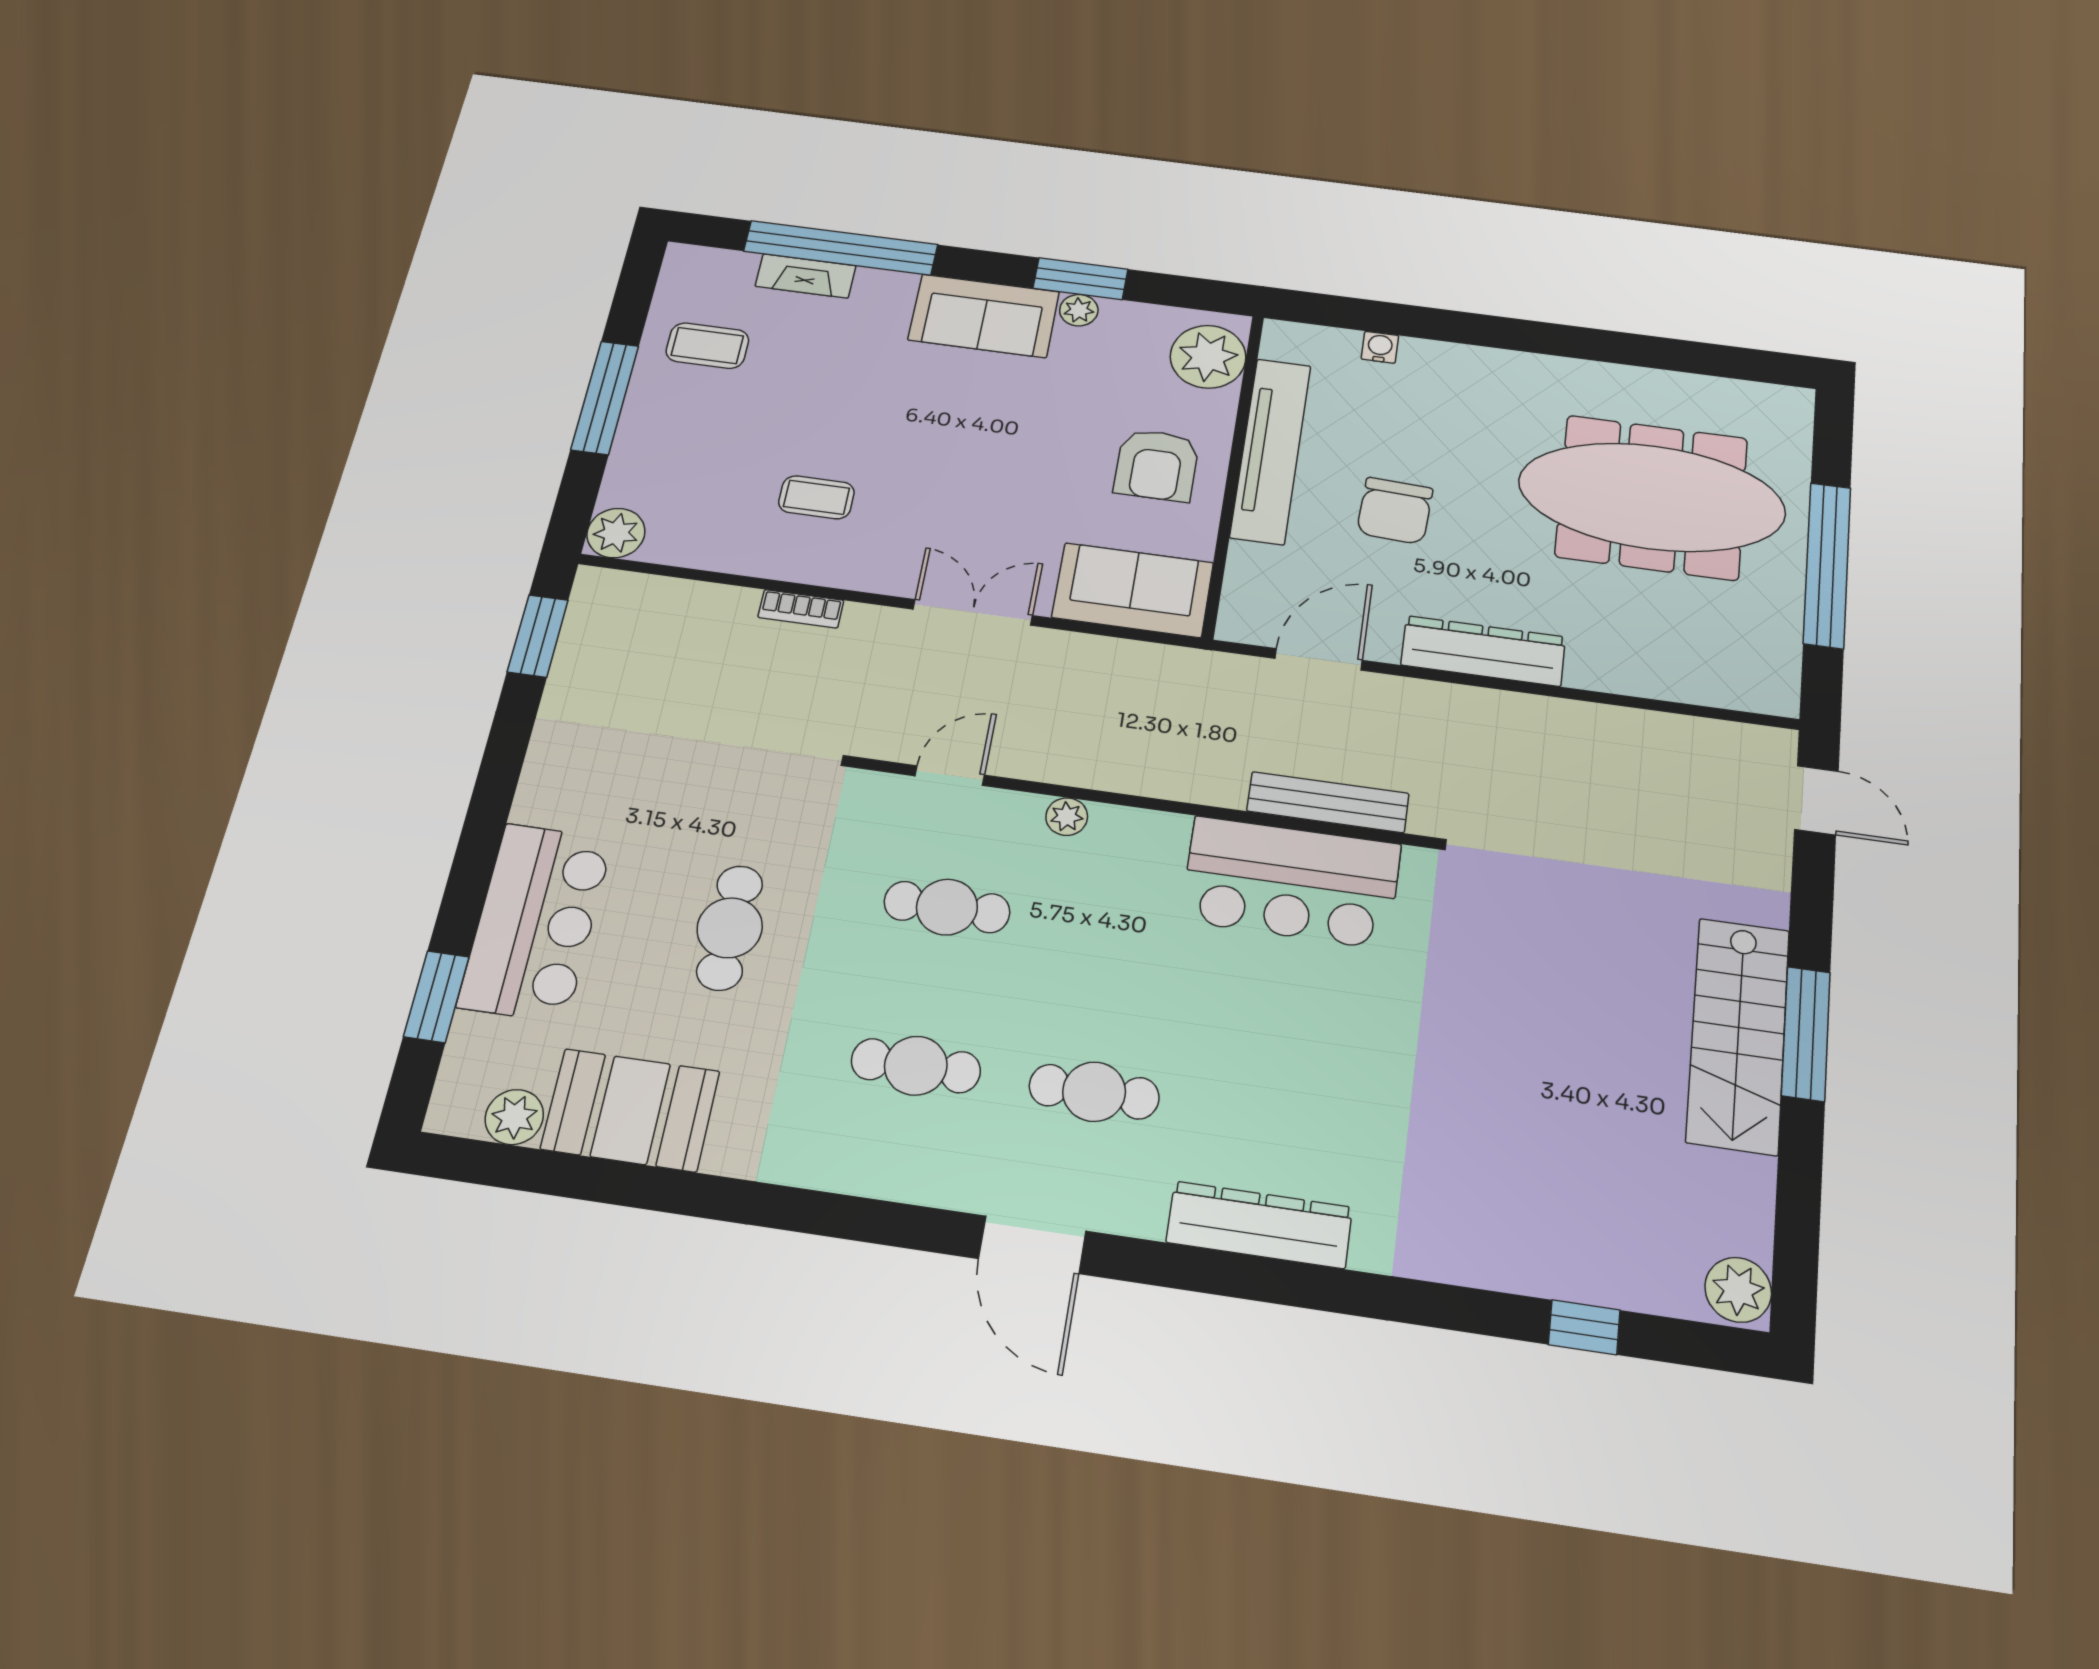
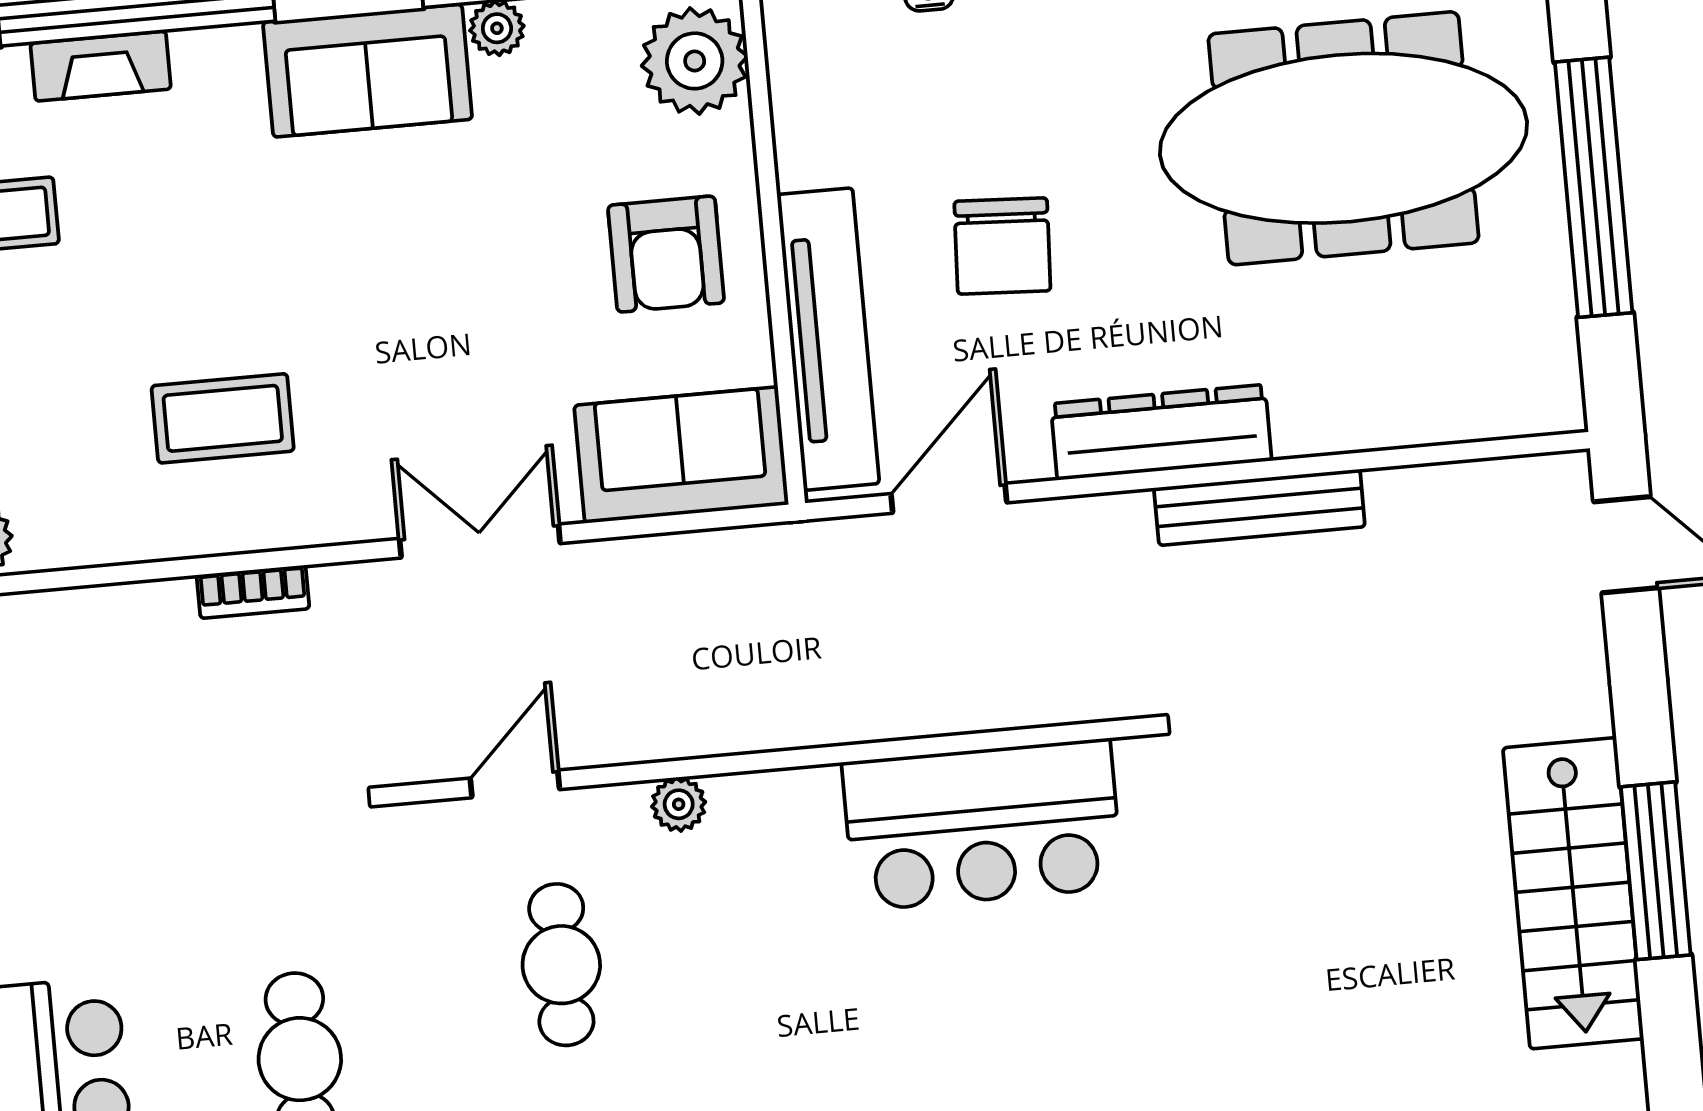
tv unit: (1271, 451) -> (828, 339), moved
coffee table: (816, 497) -> (223, 418), width x1.36, depth x1.30
bench: (1328, 802) -> (1259, 507), moved
cafe table: (947, 907) -> (561, 965), turned 90

